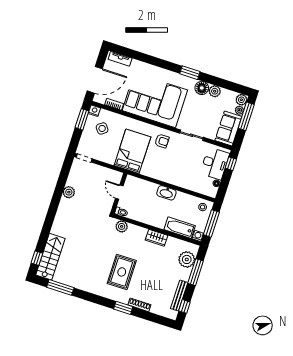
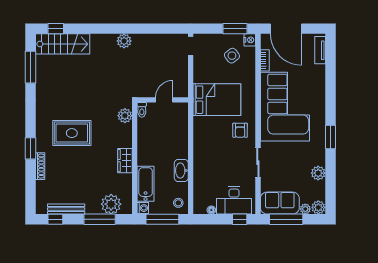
floor lamp: (202, 88) -> (317, 157), removed
window: (246, 116) -> (286, 219), moved
plant: (69, 192) -> (124, 41), moved
washbasin: (166, 193) -> (181, 171), moved

